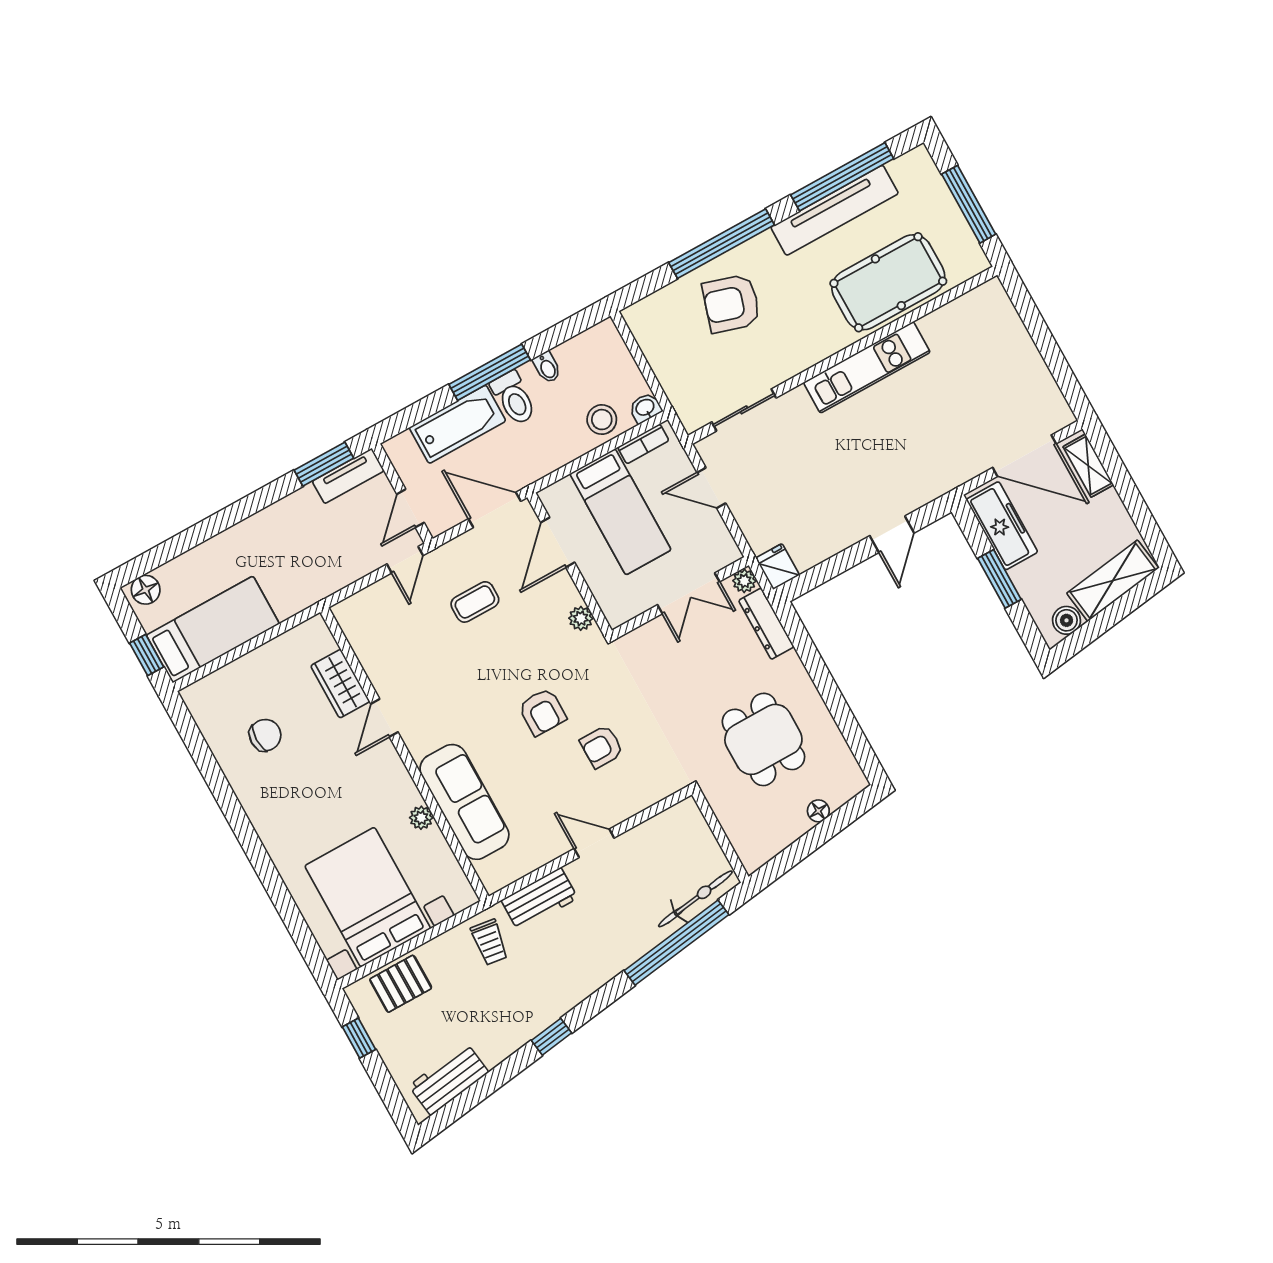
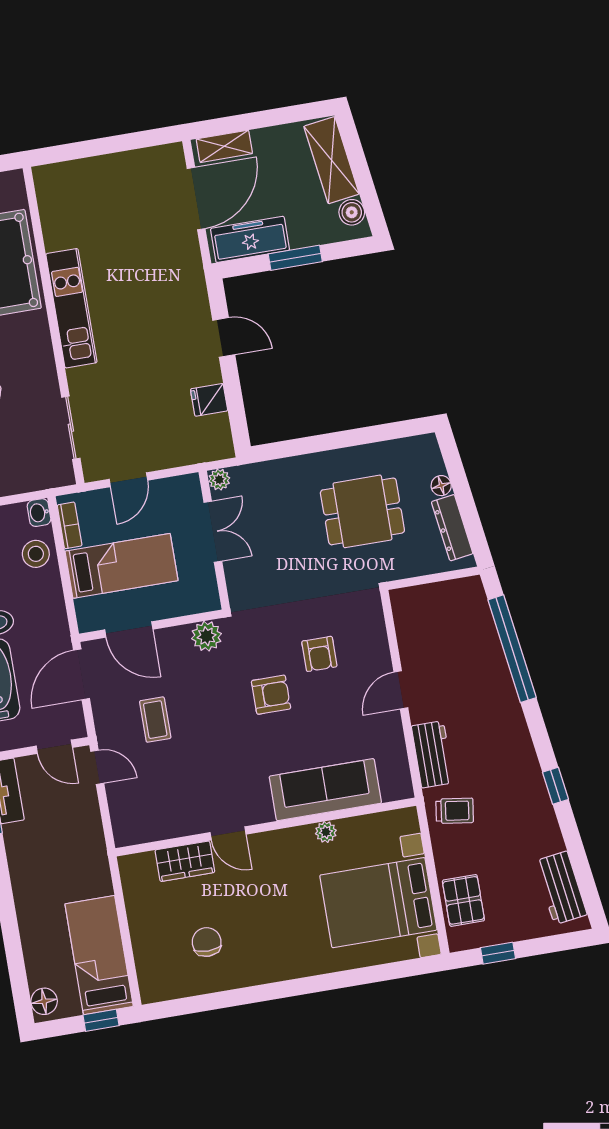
fridge: (778, 567) -> (209, 400), moved
plant: (581, 618) -> (207, 636), width x1.38, depth x1.38
dresser: (766, 624) -> (452, 528), moved, turned 82
bicycle: (695, 899) -> (480, 619), removed

